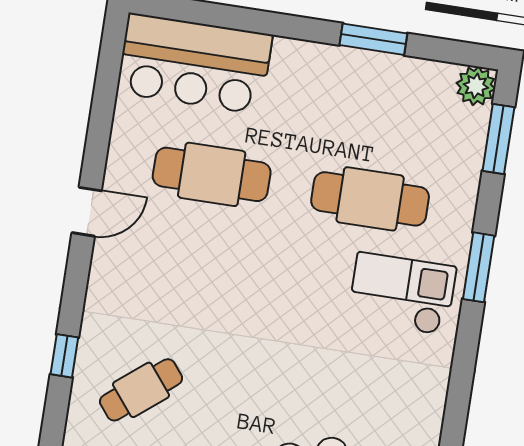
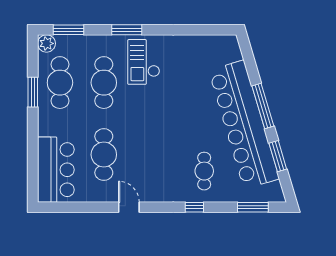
cafe table: (385, 102) -> (60, 83), added
cafe table: (141, 390) -> (204, 171), turned 39

